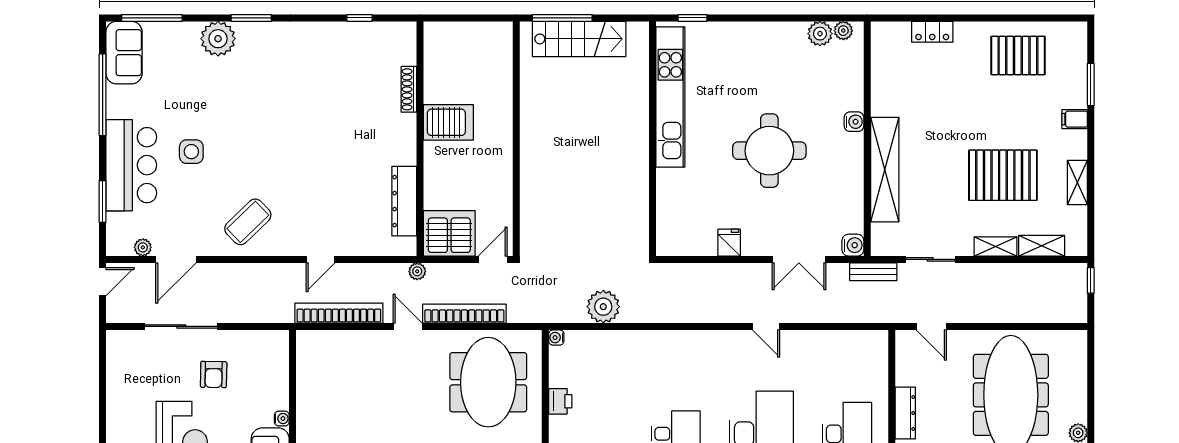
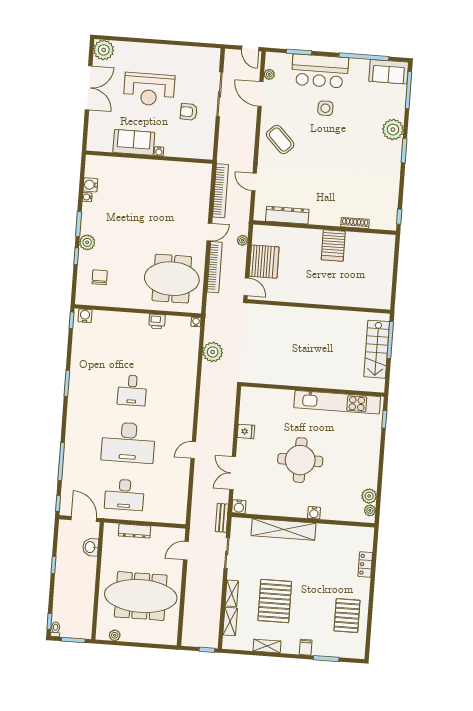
shoe rack: (409, 89) -> (355, 223), moved
server rack: (448, 122) -> (333, 246), moved
wall: (420, 139) -> (325, 228), moved
dresser: (404, 201) -> (287, 215), moved

